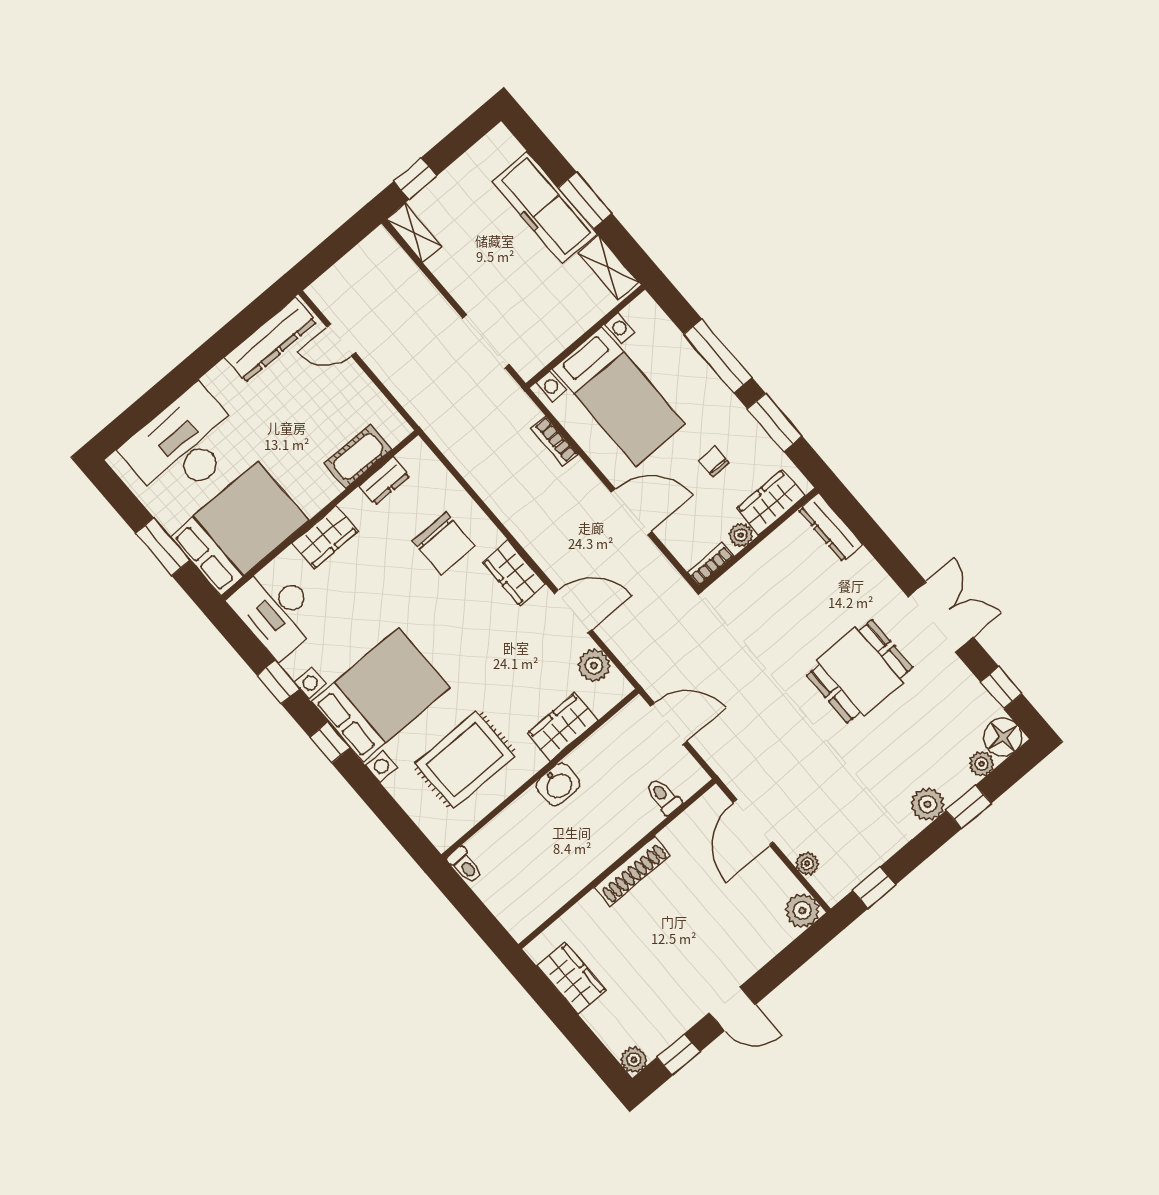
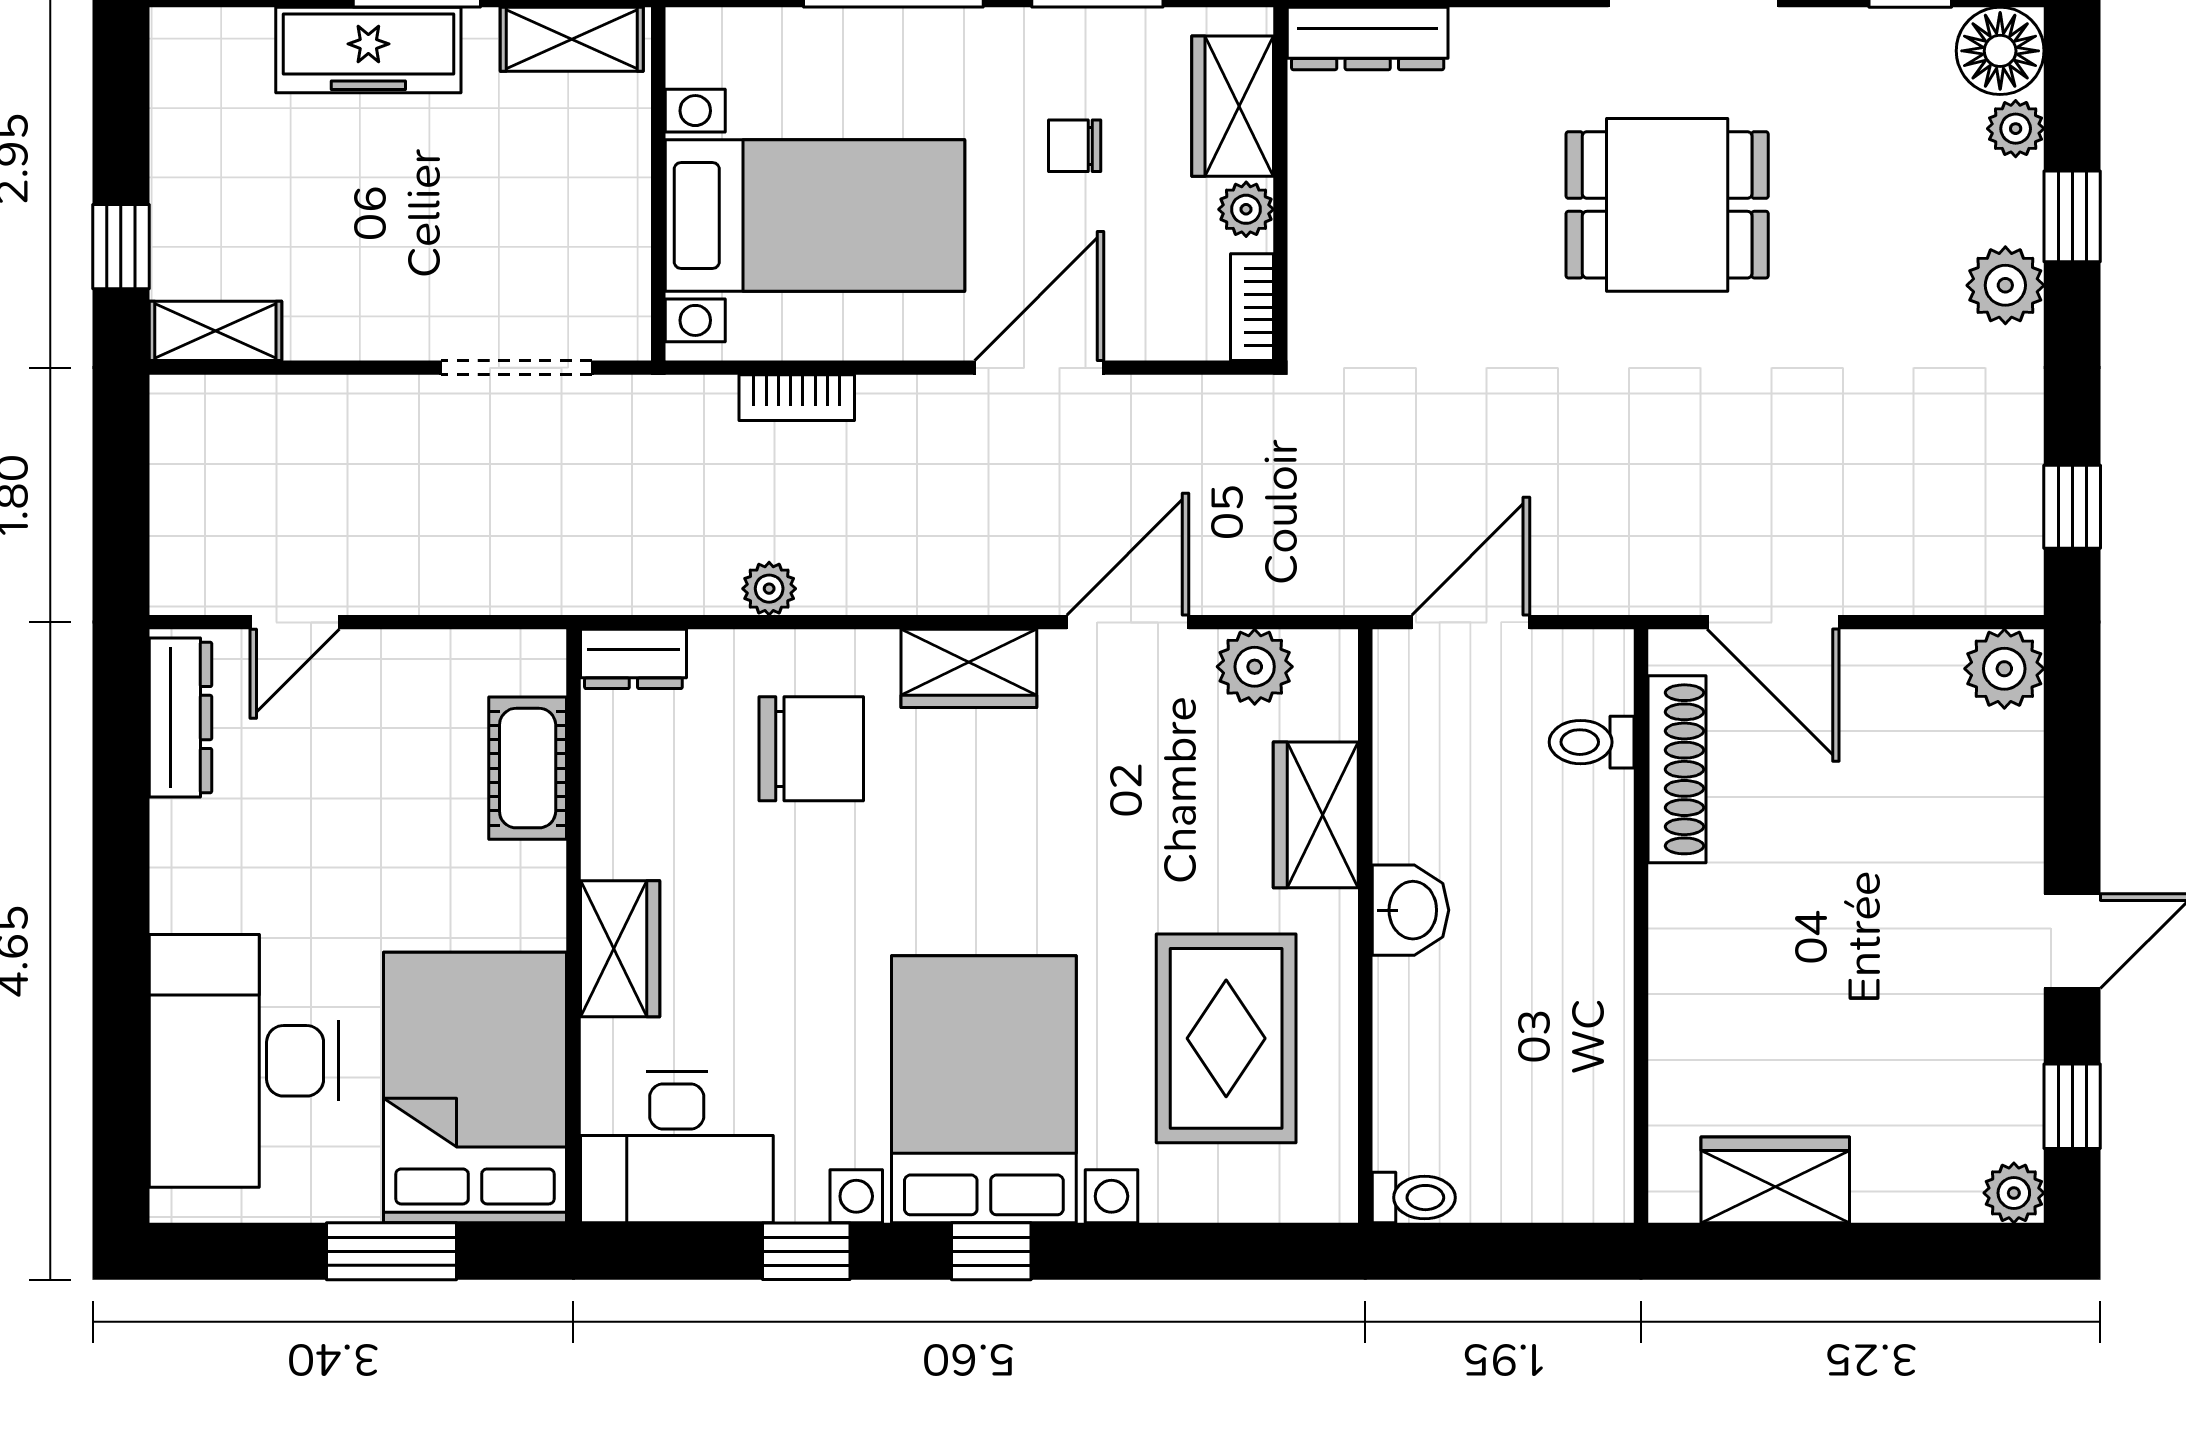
freezer: (545, 208) -> (368, 50), width x0.73, depth x0.79
dresser: (271, 340) -> (180, 717), width x0.73, depth x0.80
dresser: (384, 481) -> (633, 659), moved, turned 90
dining table: (860, 671) -> (1667, 205), turned 90
plant: (807, 864) -> (769, 589), moved
shoe rack: (632, 871) -> (1677, 769), moved

